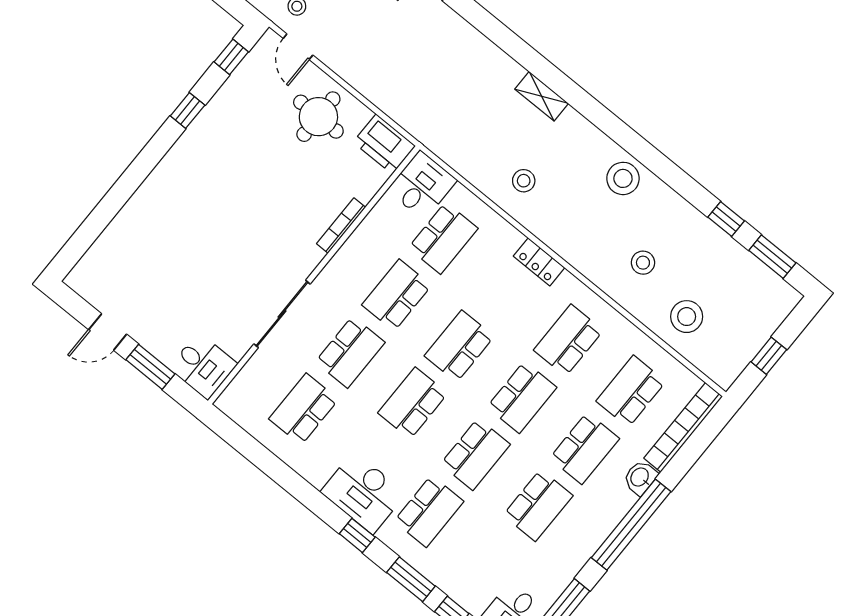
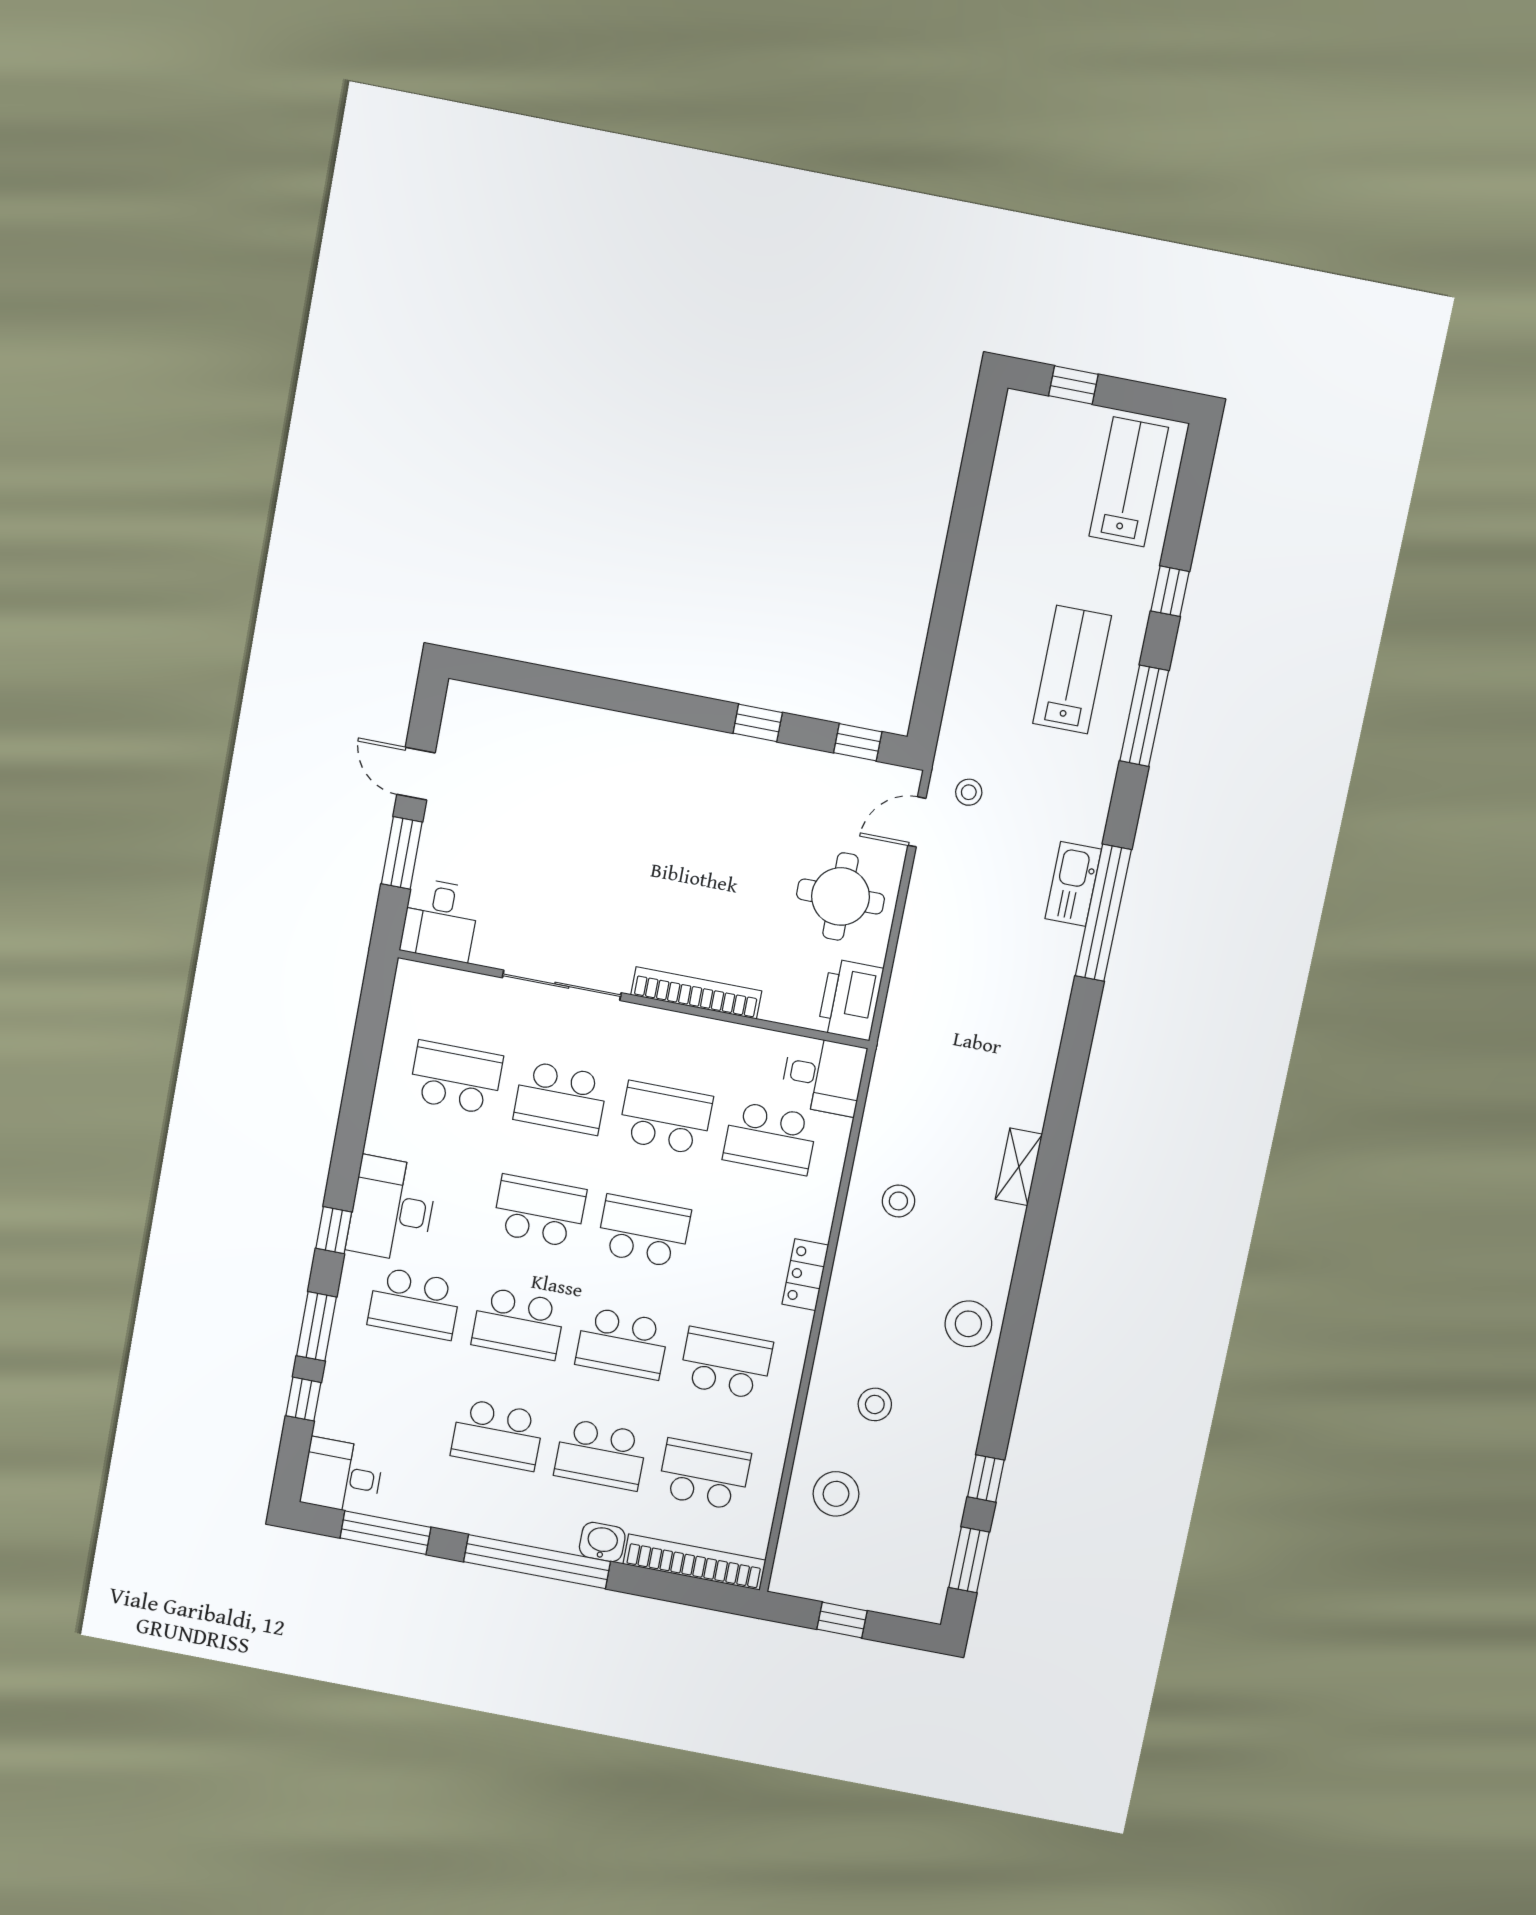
bookcase: (341, 226) -> (696, 993), width x1.48, depth x1.31

